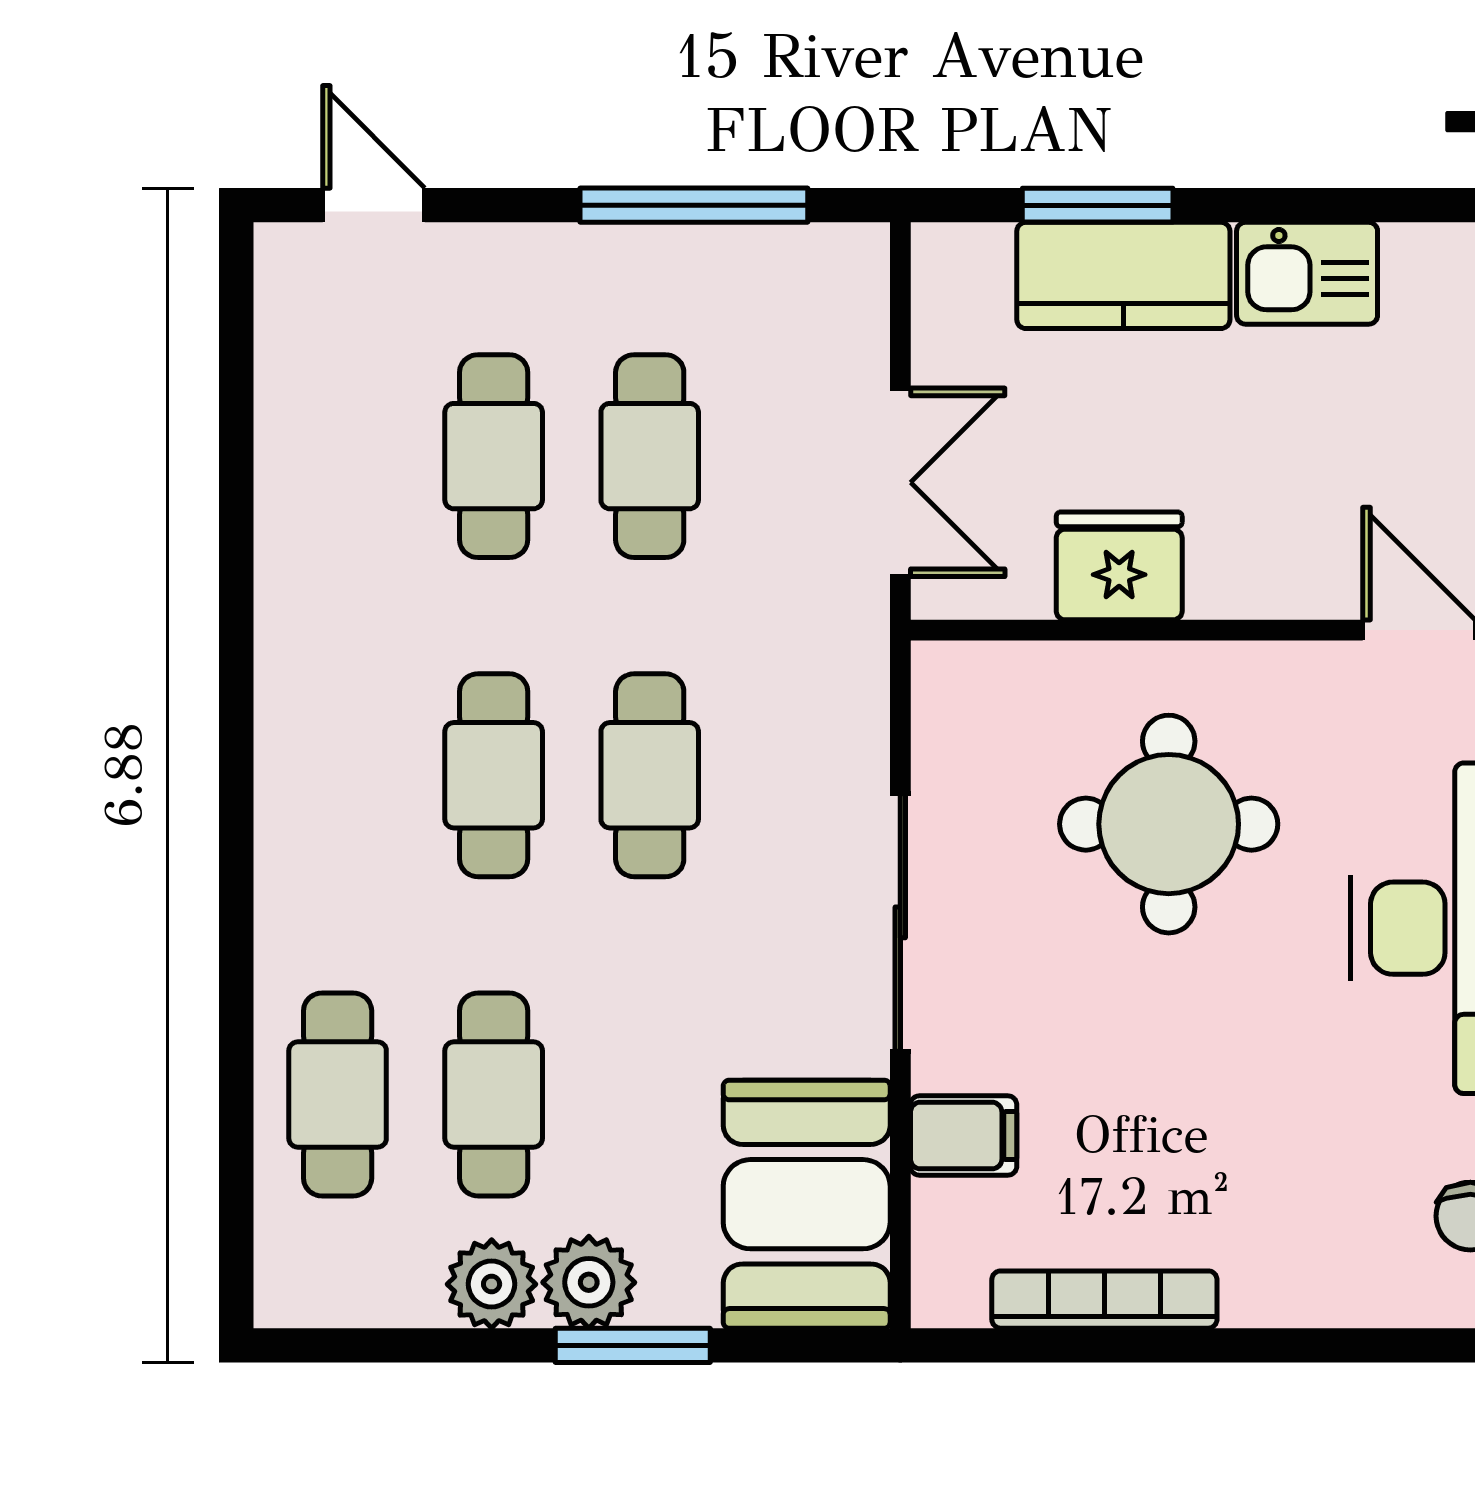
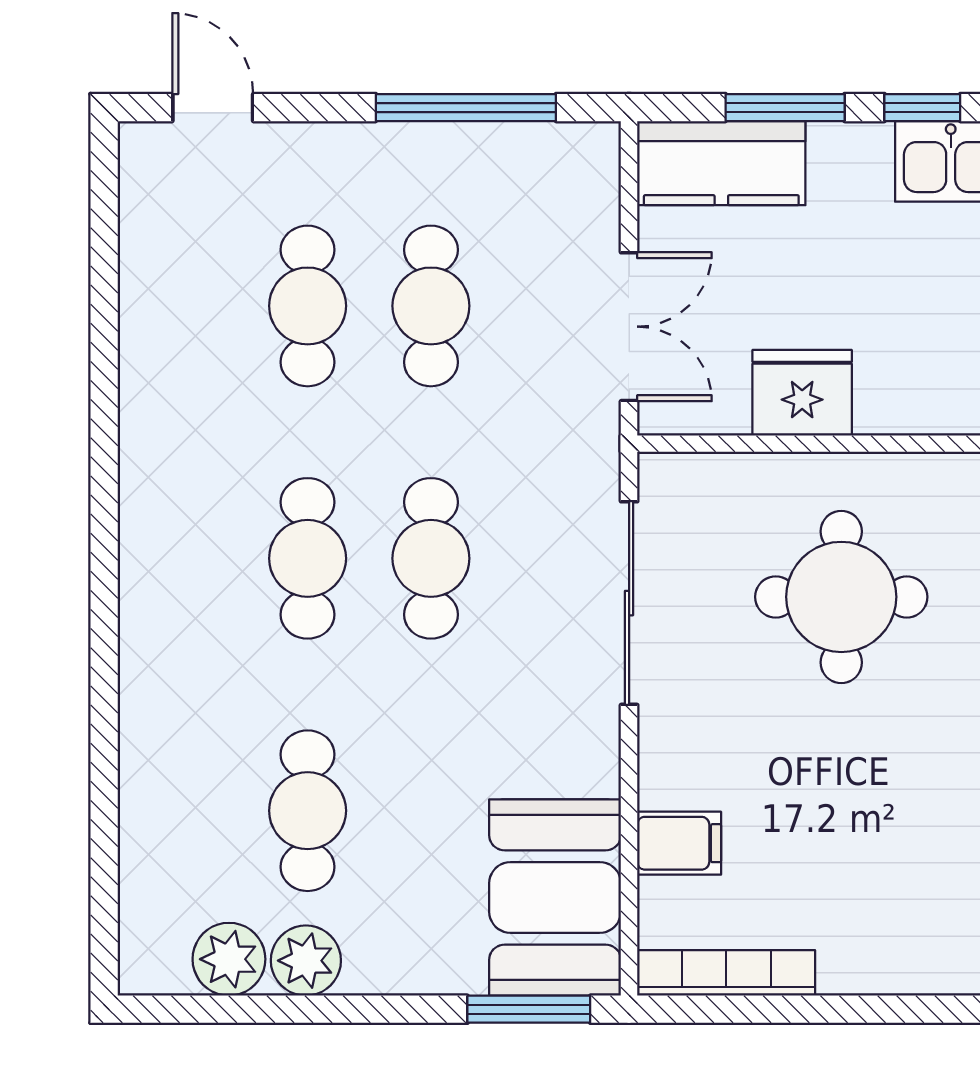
window: (1271, 205) -> (922, 108), added
kitchen counter: (1123, 275) -> (721, 163), moved
sliding door: (900, 922) -> (629, 603), moved
cafe table: (338, 1094) -> (184, 811), removed
plant: (589, 1282) -> (229, 959), moved
bookcase: (1104, 1300) -> (726, 973), moved
window: (633, 1345) -> (529, 1009), moved

